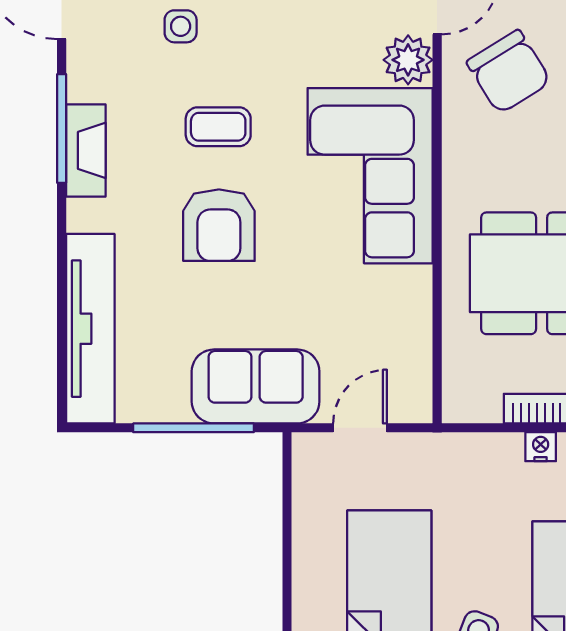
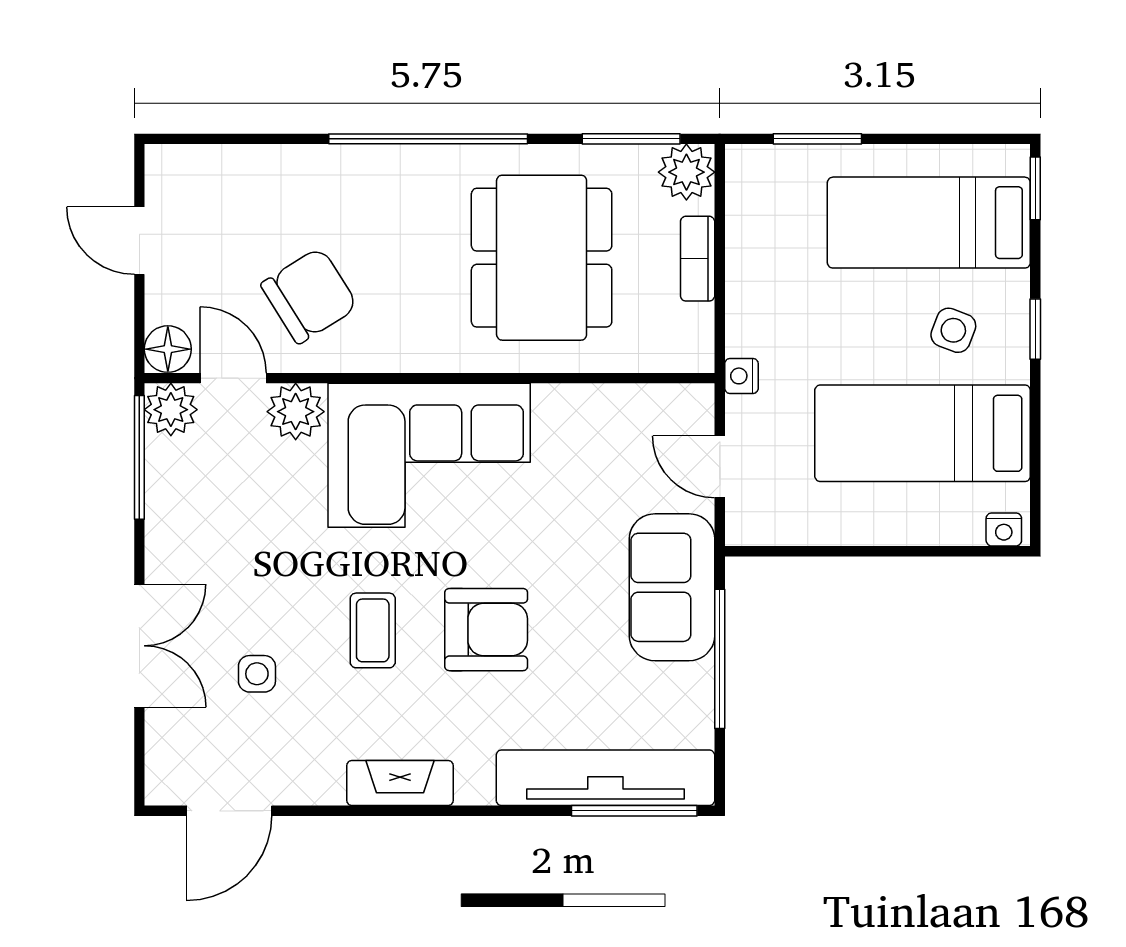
window: (62, 128) -> (634, 811), moved
nightstand: (541, 447) -> (741, 376), moved

